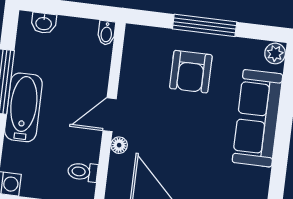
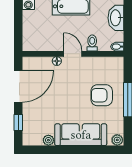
washbasin: (44, 23) -> (116, 18), width x1.91, depth x1.45
toilet: (83, 172) -> (92, 43), moved
plant: (260, 178) -> (48, 140), added

